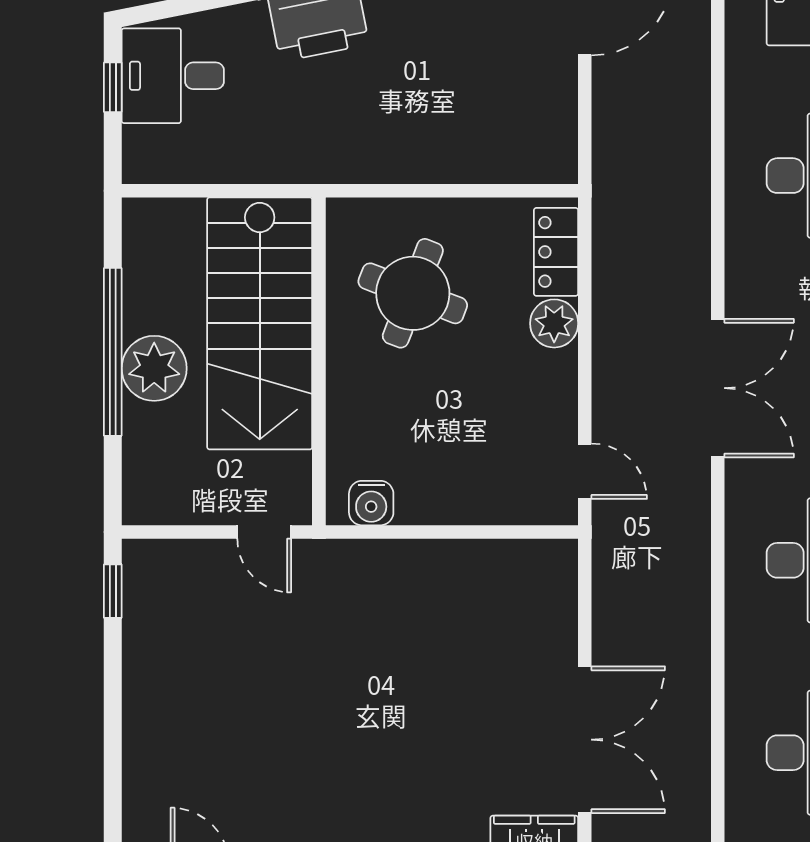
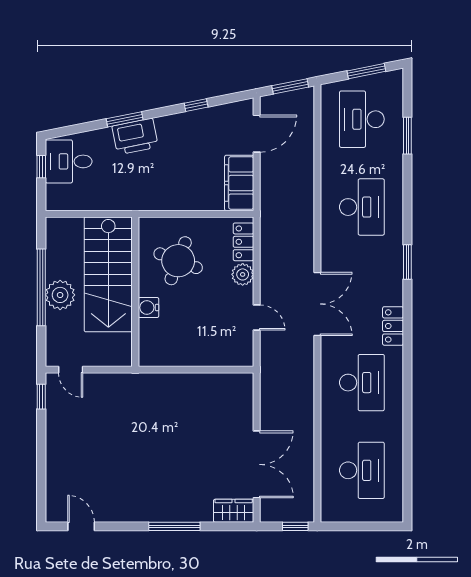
filing cabinet: (547, 123) -> (239, 183), added
door: (585, 471) -> (257, 317), moved
water cooler: (371, 503) -> (148, 308), moved, turned 90
door: (264, 532) -> (71, 370), moved

